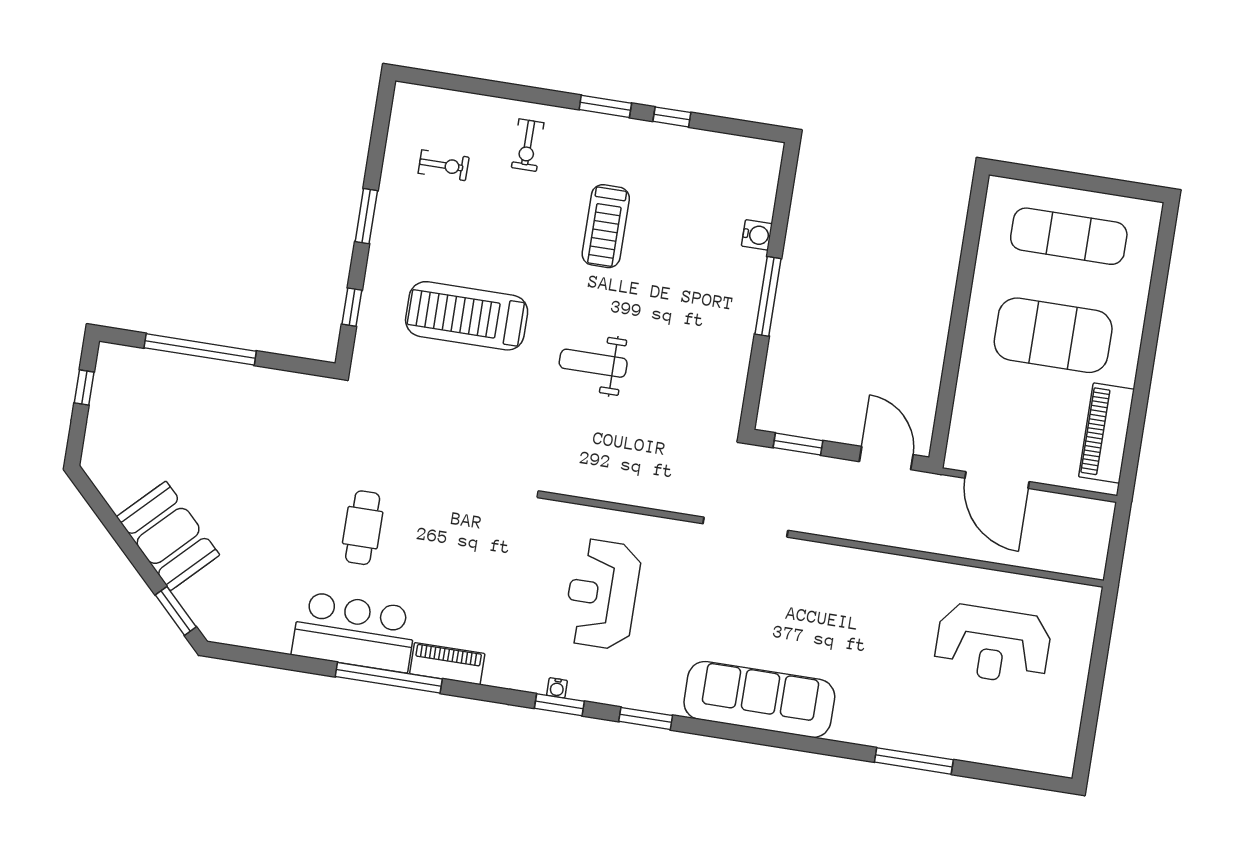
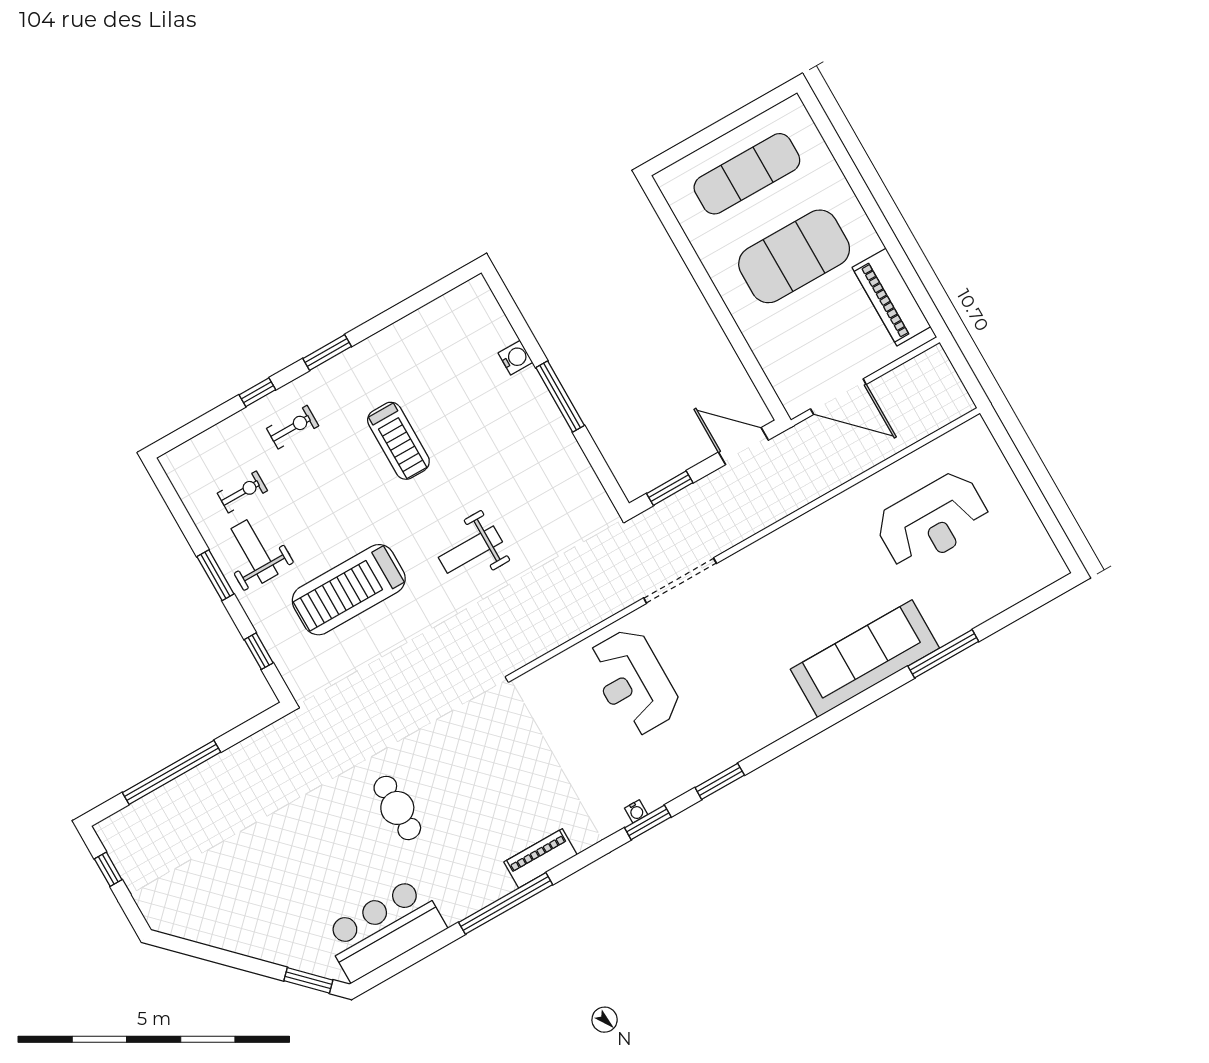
window: (672, 117) -> (257, 392), moved
exercise bike: (528, 145) -> (293, 427), turned -90
weight bench: (414, 222) -> (254, 551), added
booth: (168, 536) -> (258, 929), removed
reception desk: (602, 594) -> (634, 682), moved
bar counter: (354, 632) -> (384, 929), moved
sofa: (759, 699) -> (865, 659), moved

